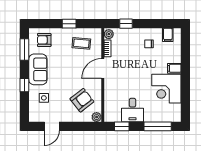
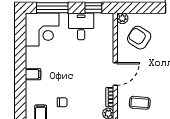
corner desk: (166, 89) -> (42, 29), moved, turned 90
armchair: (82, 100) -> (139, 38), turned 71

